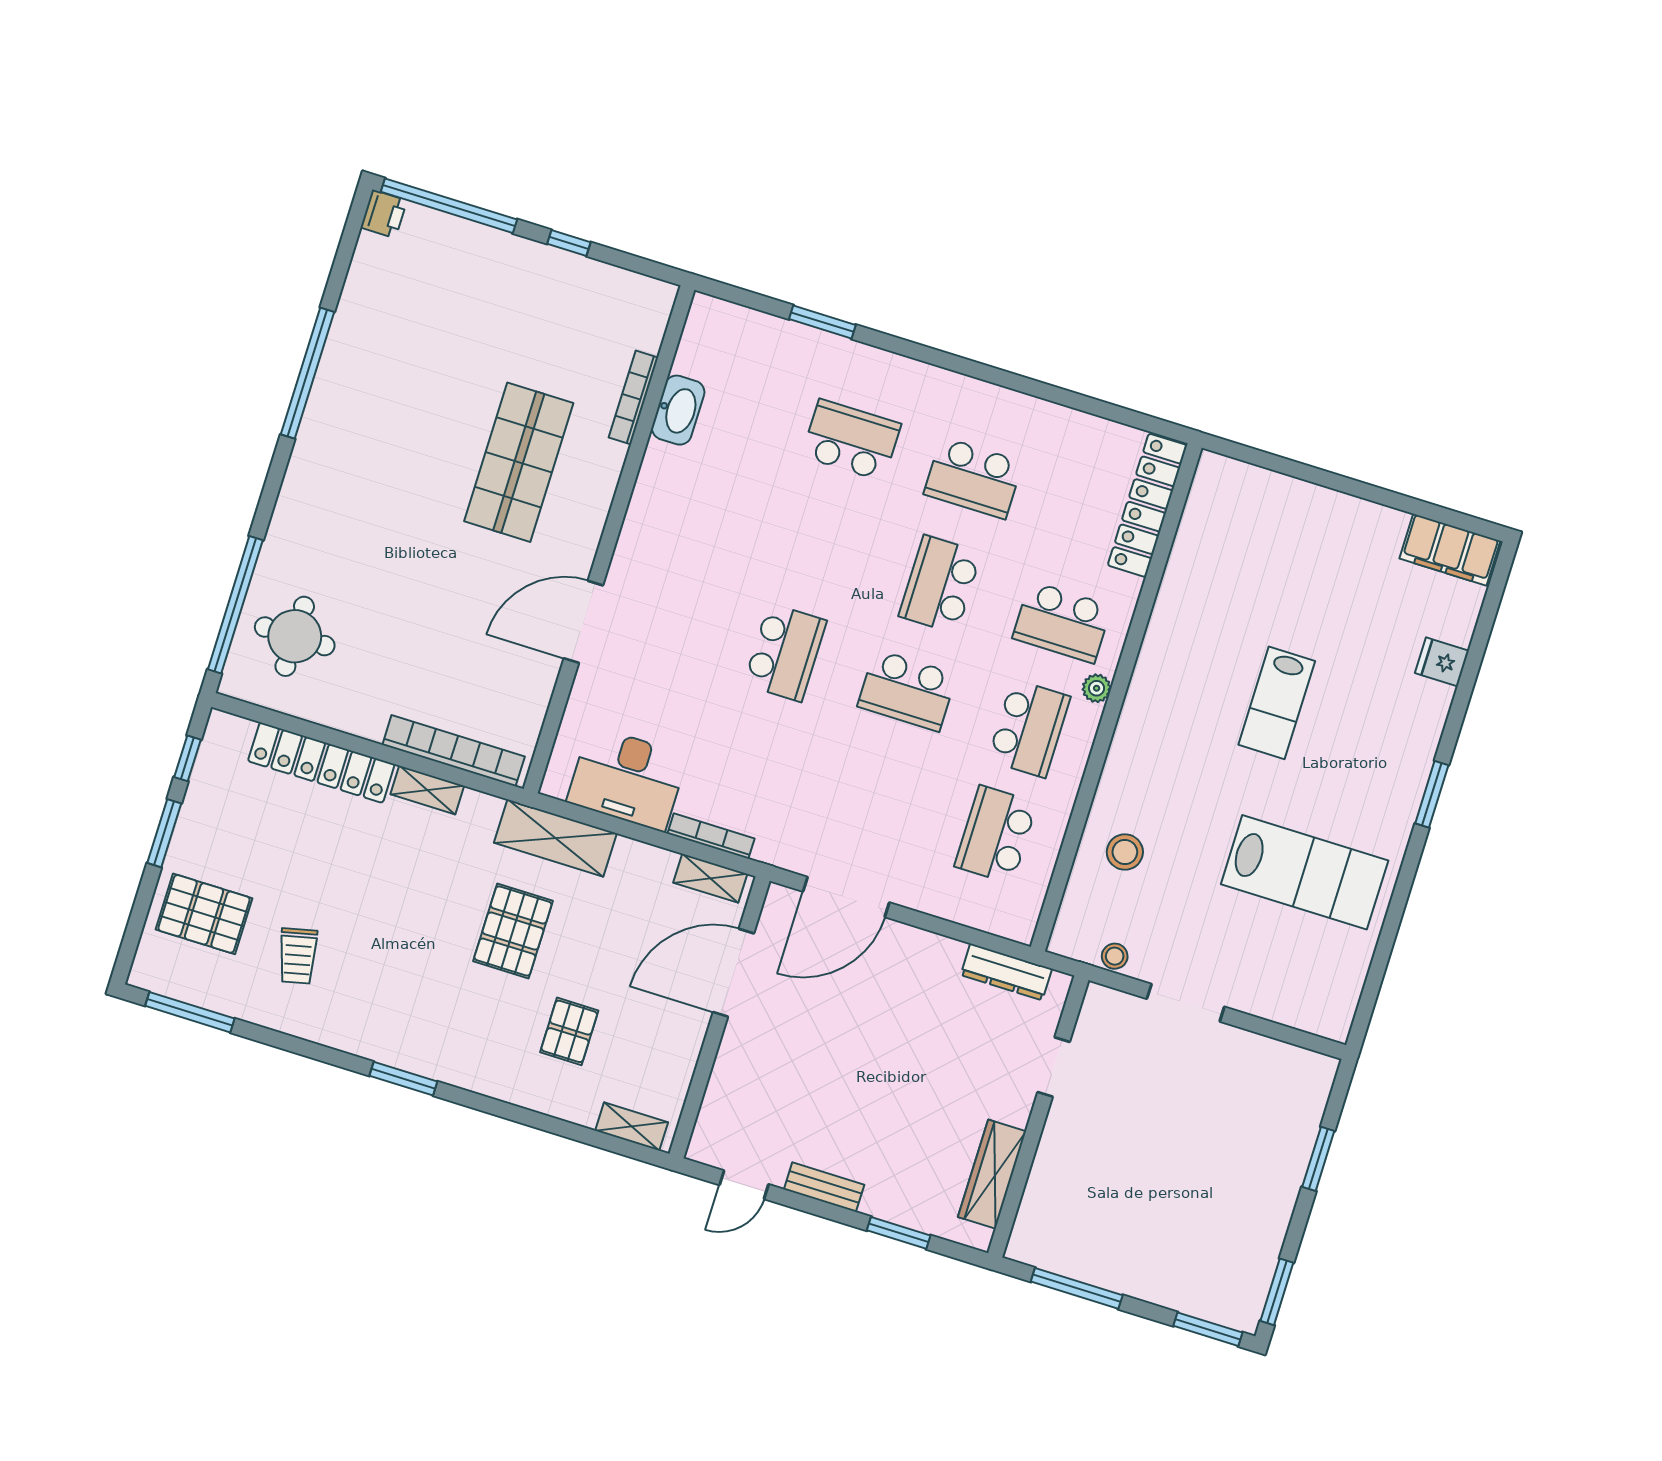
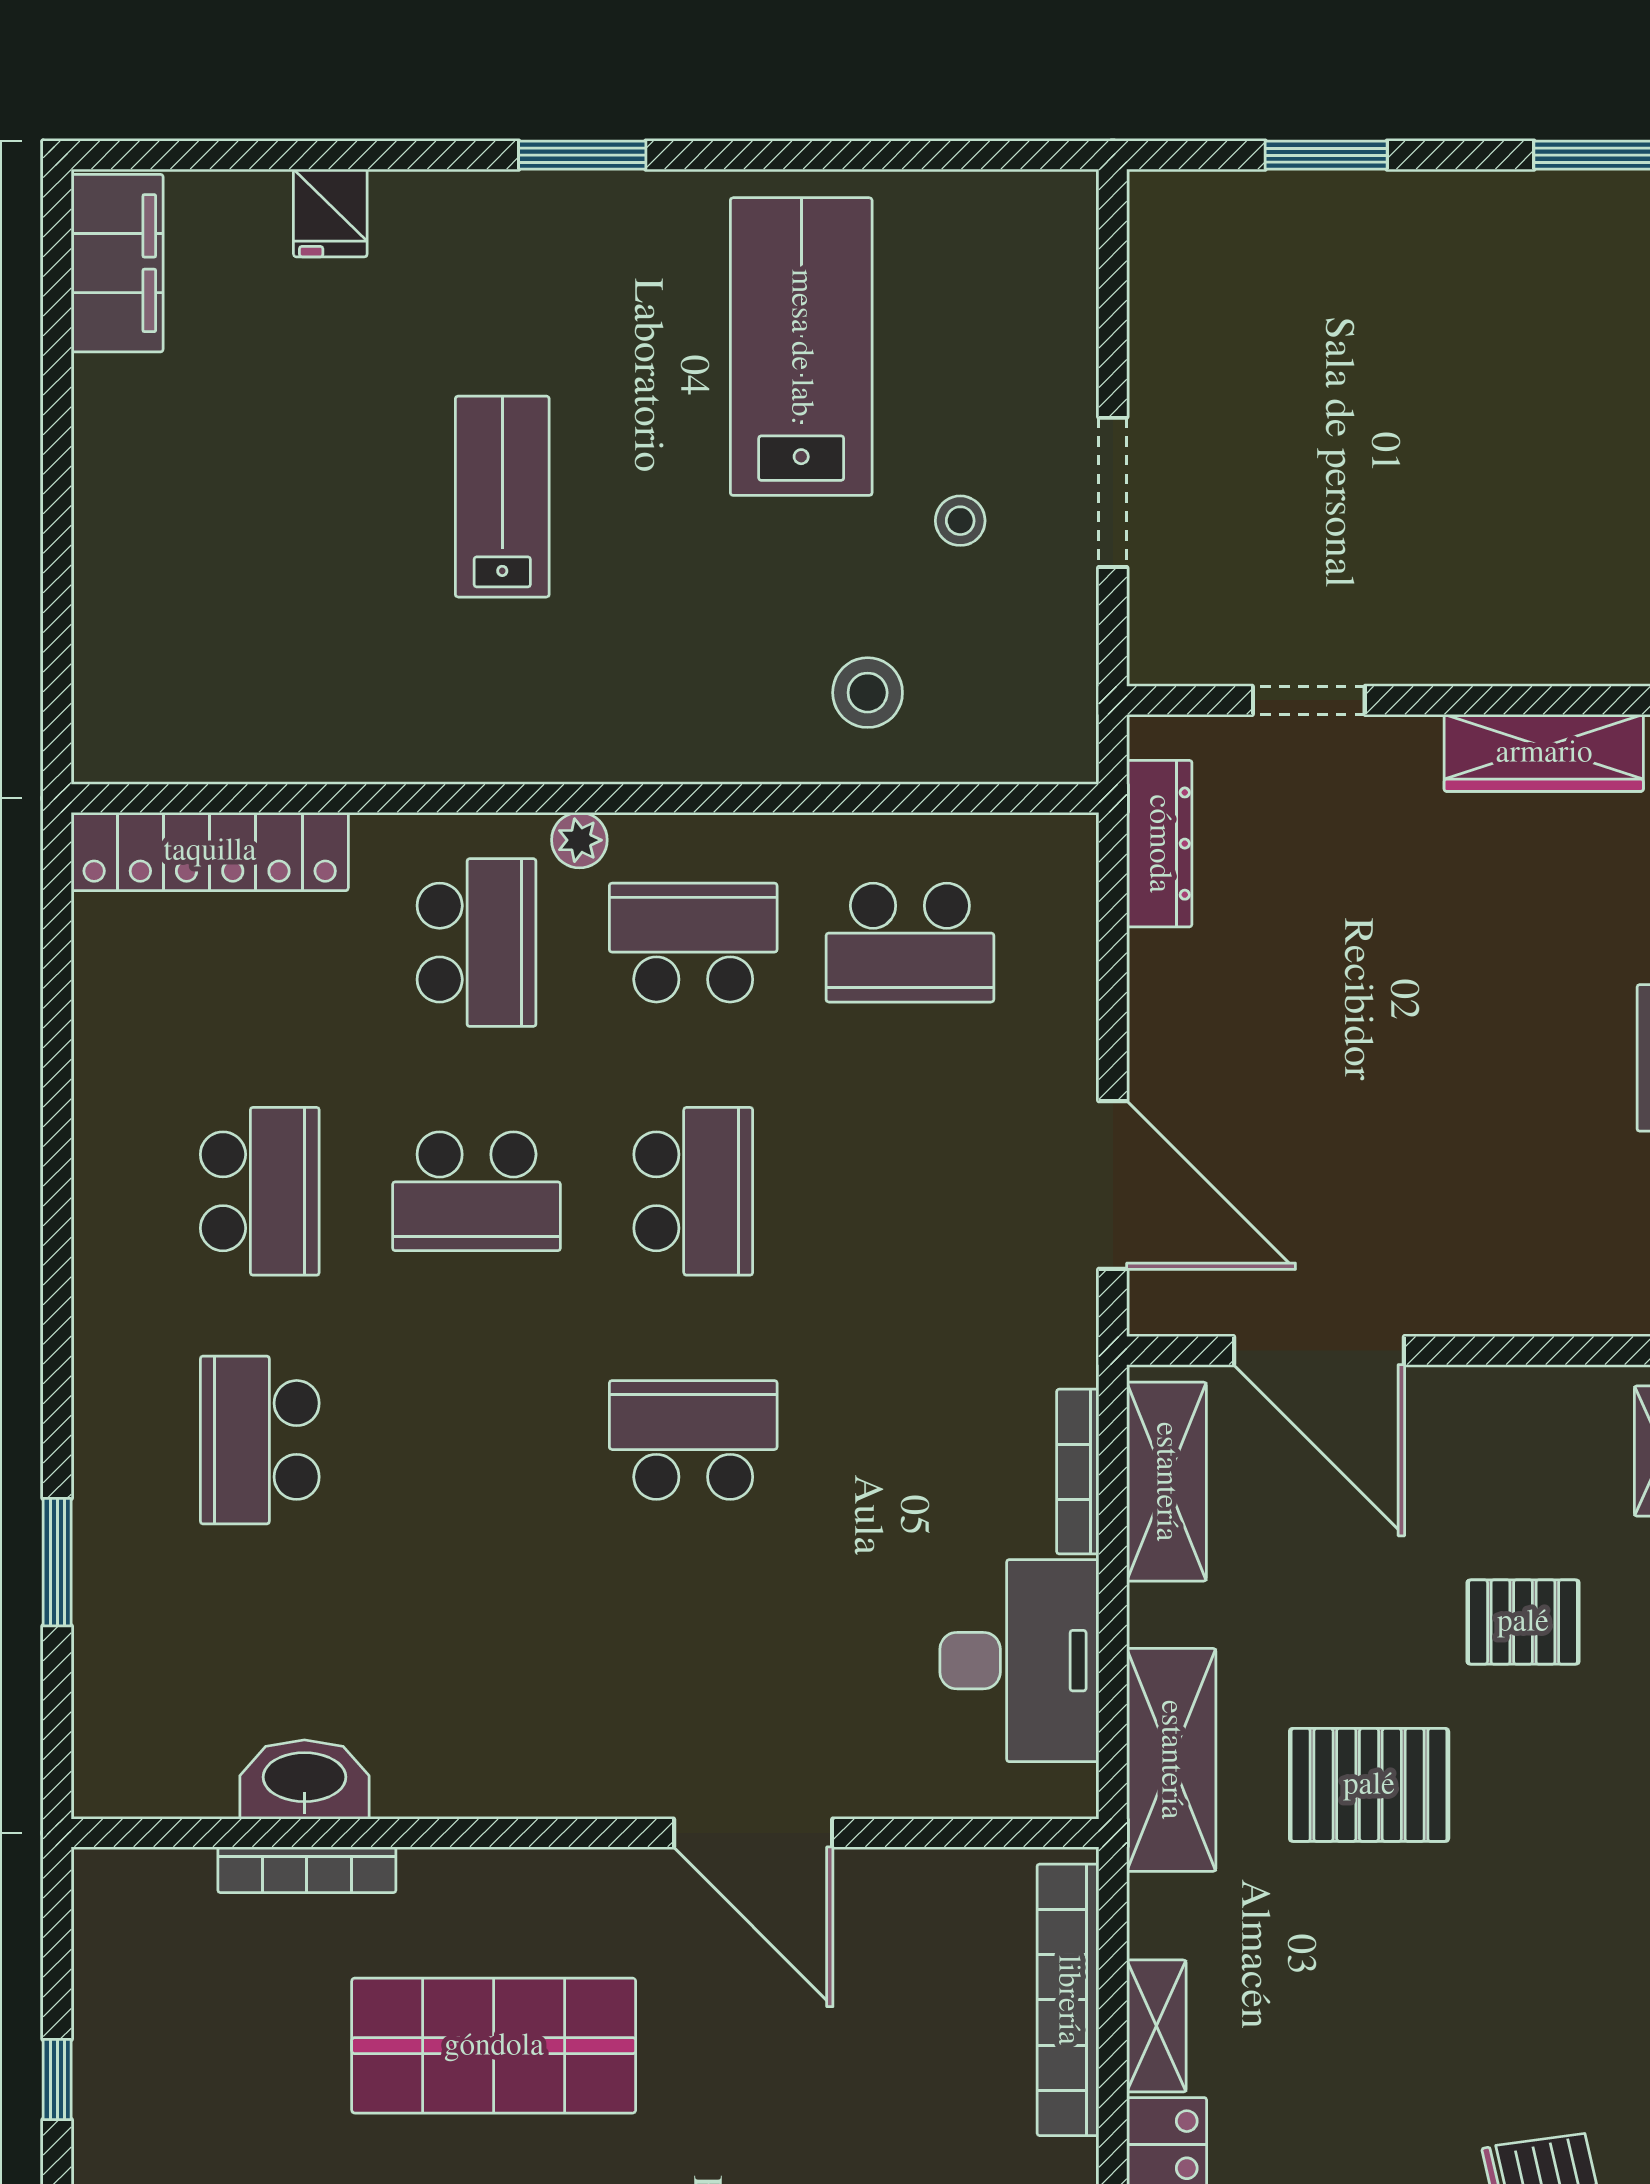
lab bench: (1277, 703) -> (502, 497), turned -90
shelving: (710, 878) -> (1166, 1482), width x1.50, depth x1.33
stool: (1115, 956) -> (960, 521), moved

